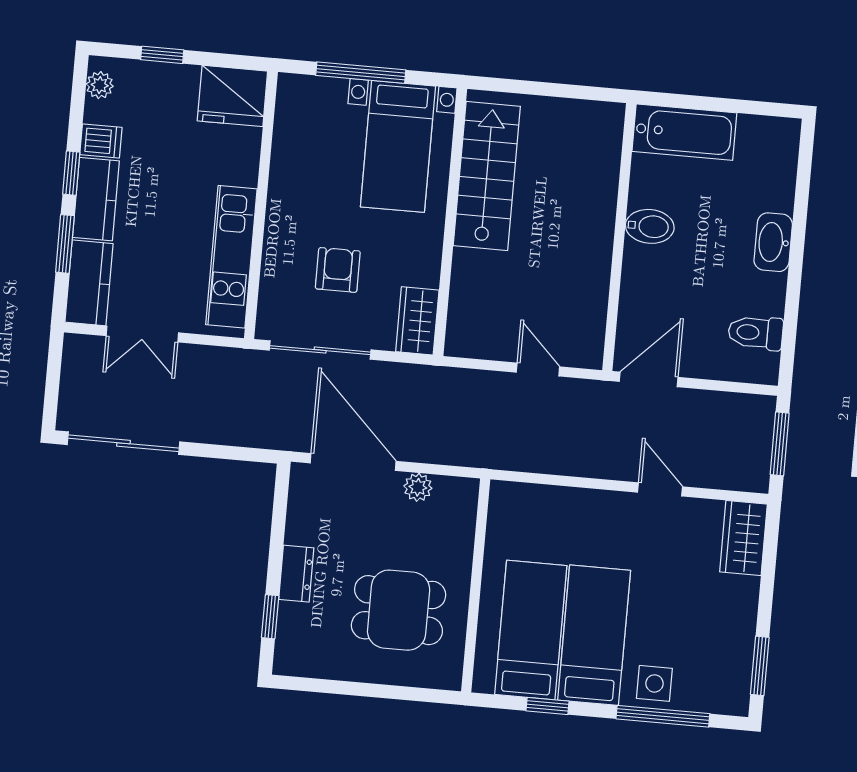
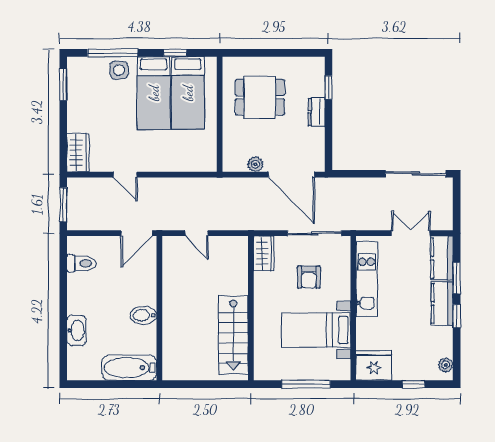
dishwasher: (101, 141) -> (442, 335), removed
bed with nightstands: (398, 146) -> (316, 330), moved, turned -90
washbasin: (773, 242) -> (76, 330), moved

